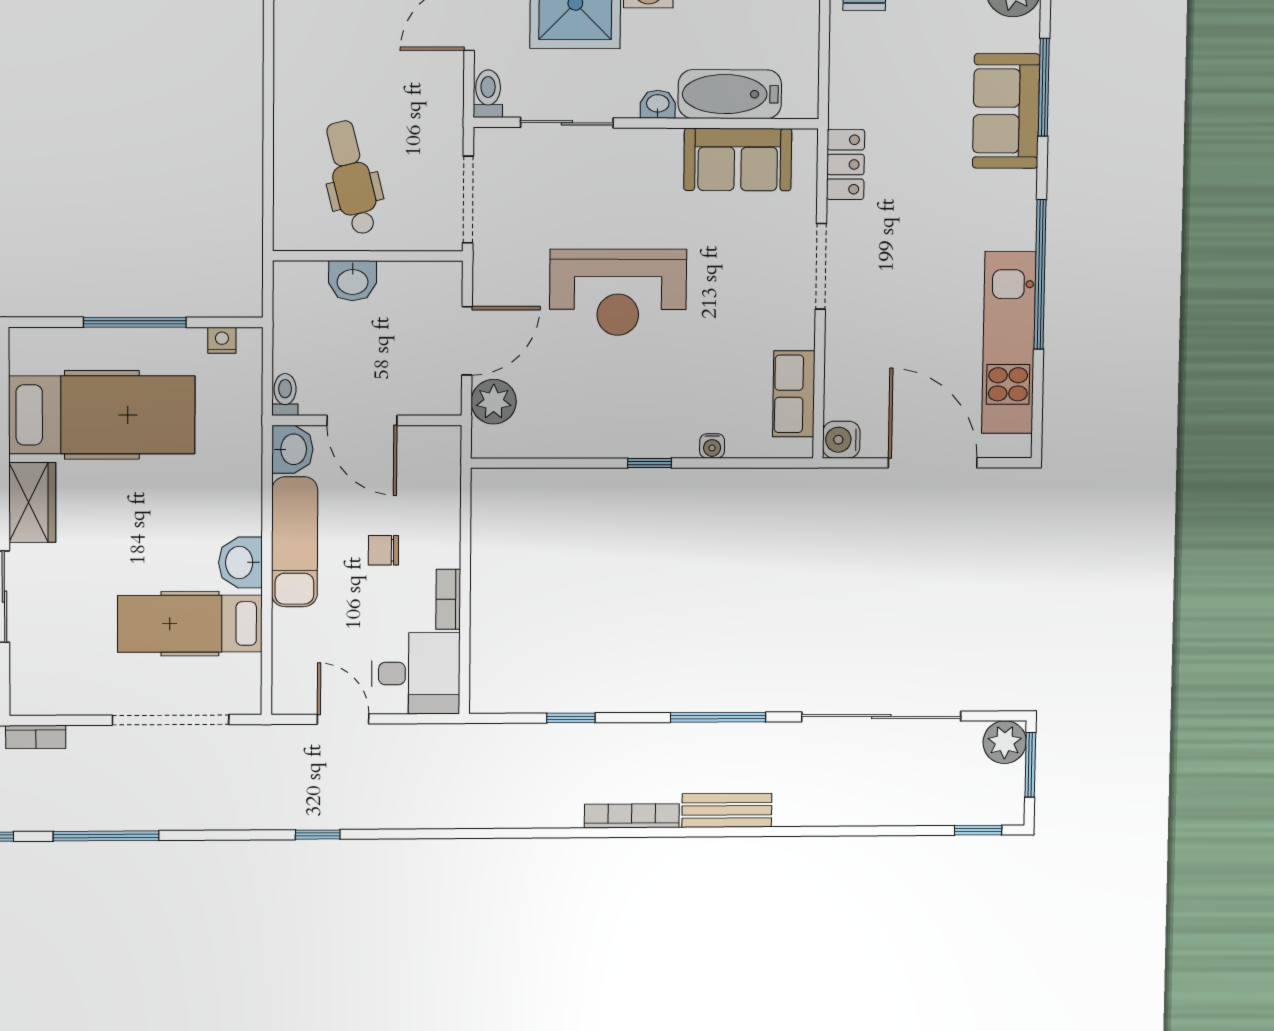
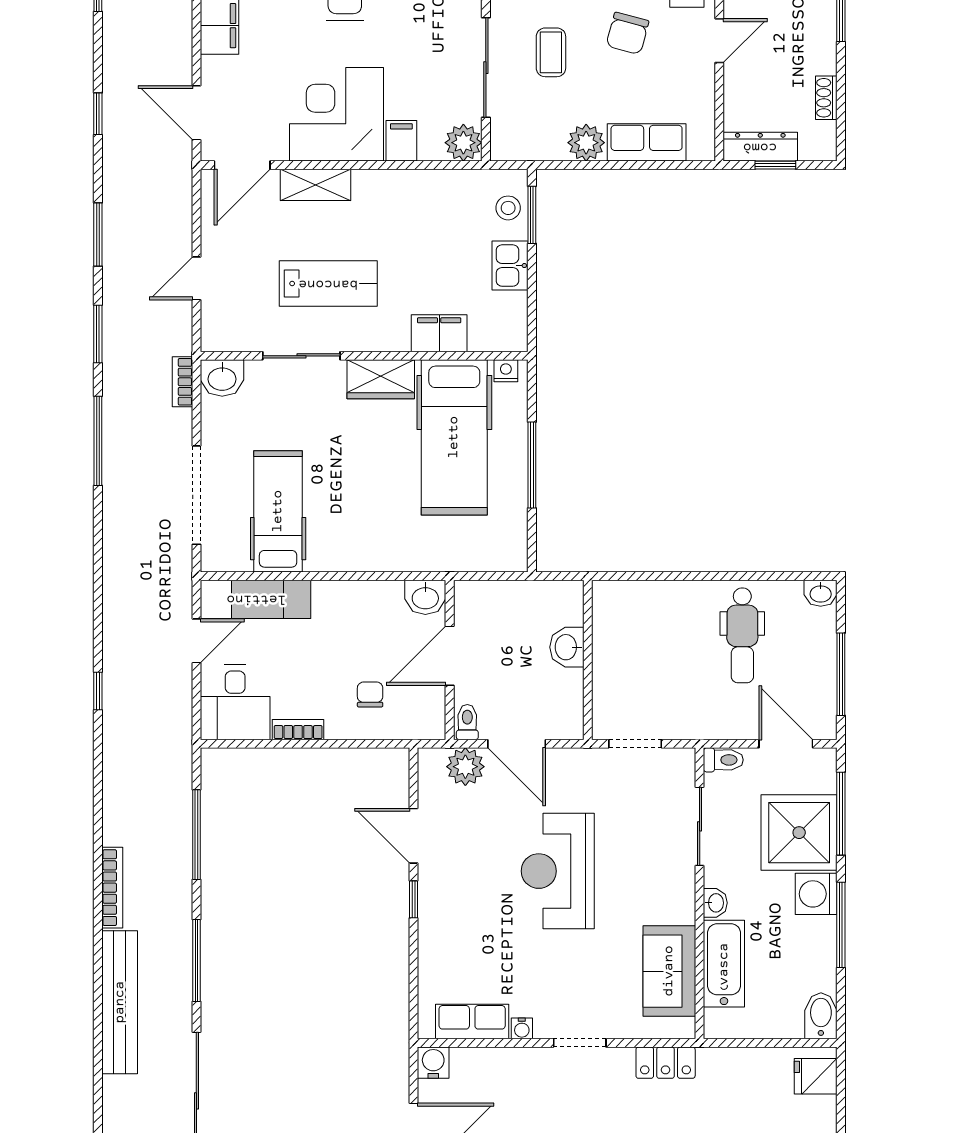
dental chair: (352, 178) -> (742, 635), moved, turned 104
doorway: (468, 200) -> (635, 744), width x0.73
doorway: (821, 266) -> (580, 1043), width x0.73
nightstand: (222, 340) -> (506, 371), moved, turned -90
toilet: (285, 395) -> (467, 722), moved, turned -90
water cooler: (712, 446) -> (522, 1028), moved, turned -90
door: (575, 463) -> (413, 836), added
exam couch: (295, 542) -> (256, 599), moved
chair: (383, 550) -> (370, 695), moved
washbasin: (240, 563) -> (222, 378), moved, turned 180
window: (571, 718) -> (196, 835), width x2.17
bench: (727, 810) -> (120, 1002), width x1.86, depth x1.21
window: (318, 835) -> (98, 691), moved

